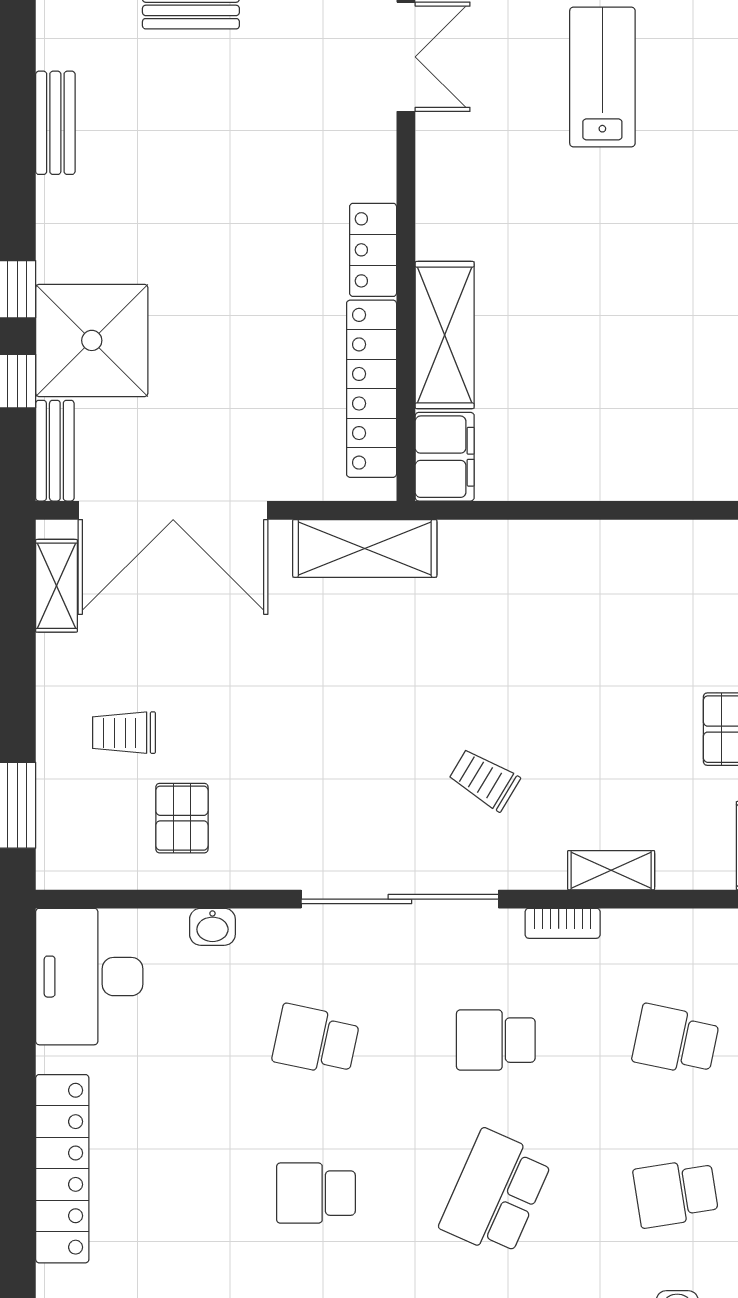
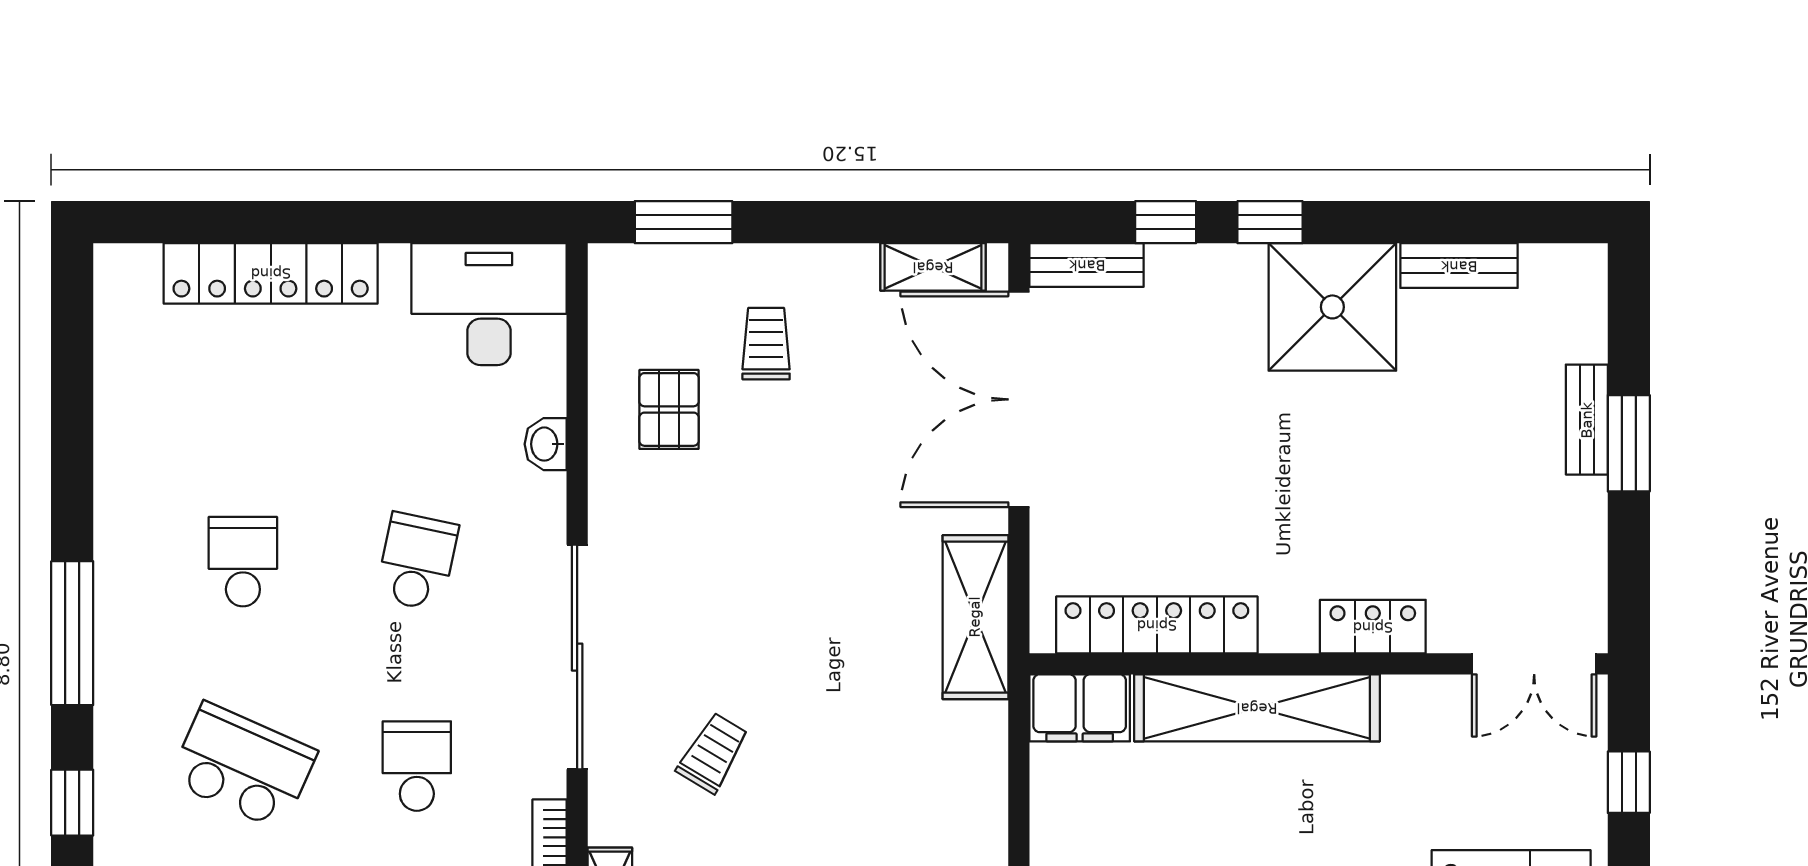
locker: (373, 250) -> (1373, 627), moved
shelving: (445, 335) -> (1257, 708), width x1.47
shower: (92, 340) -> (1332, 307), moved
pallet: (182, 818) -> (669, 409), turned 90

